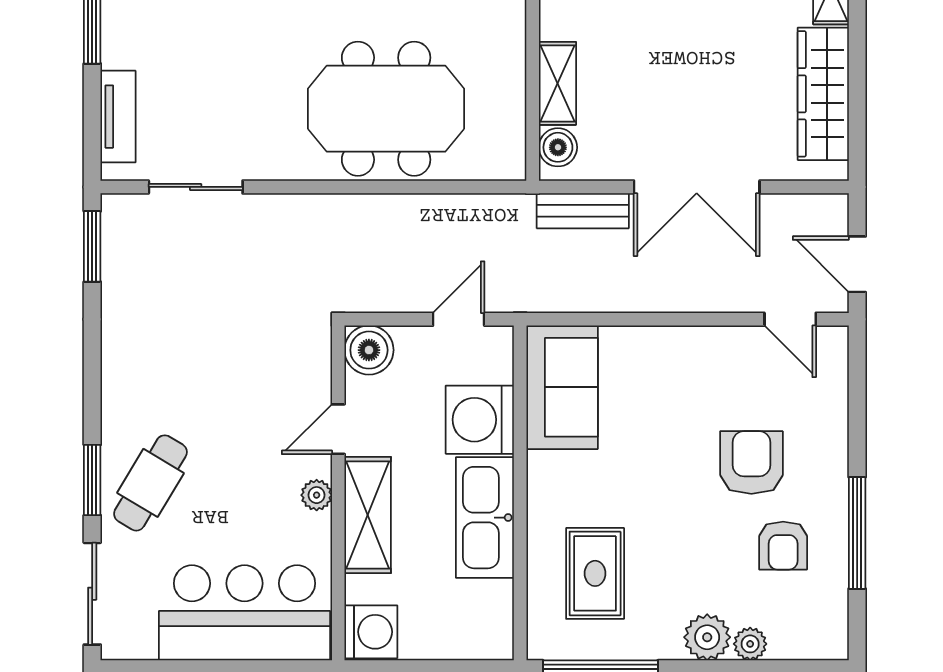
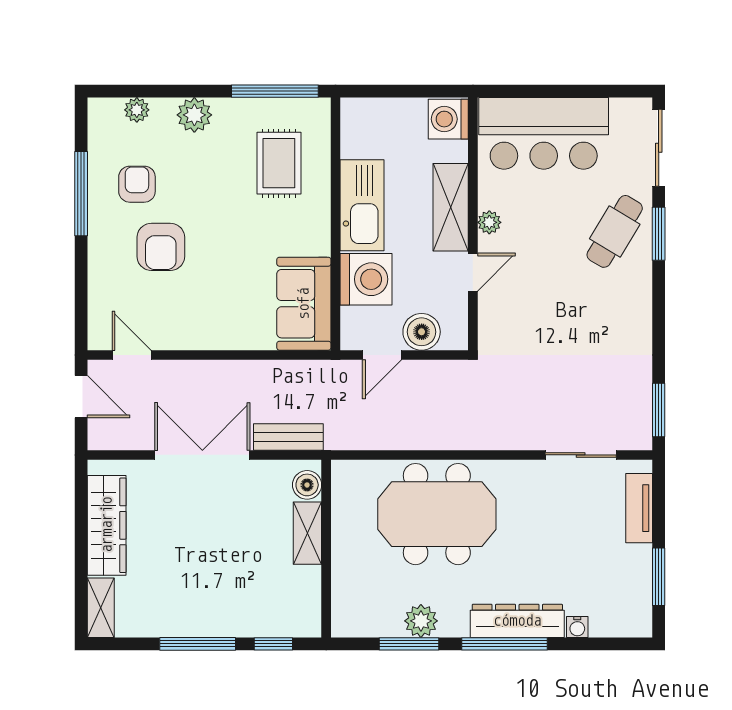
boiler: (369, 350) -> (422, 332), moved
plant: (750, 644) -> (137, 110), moved

